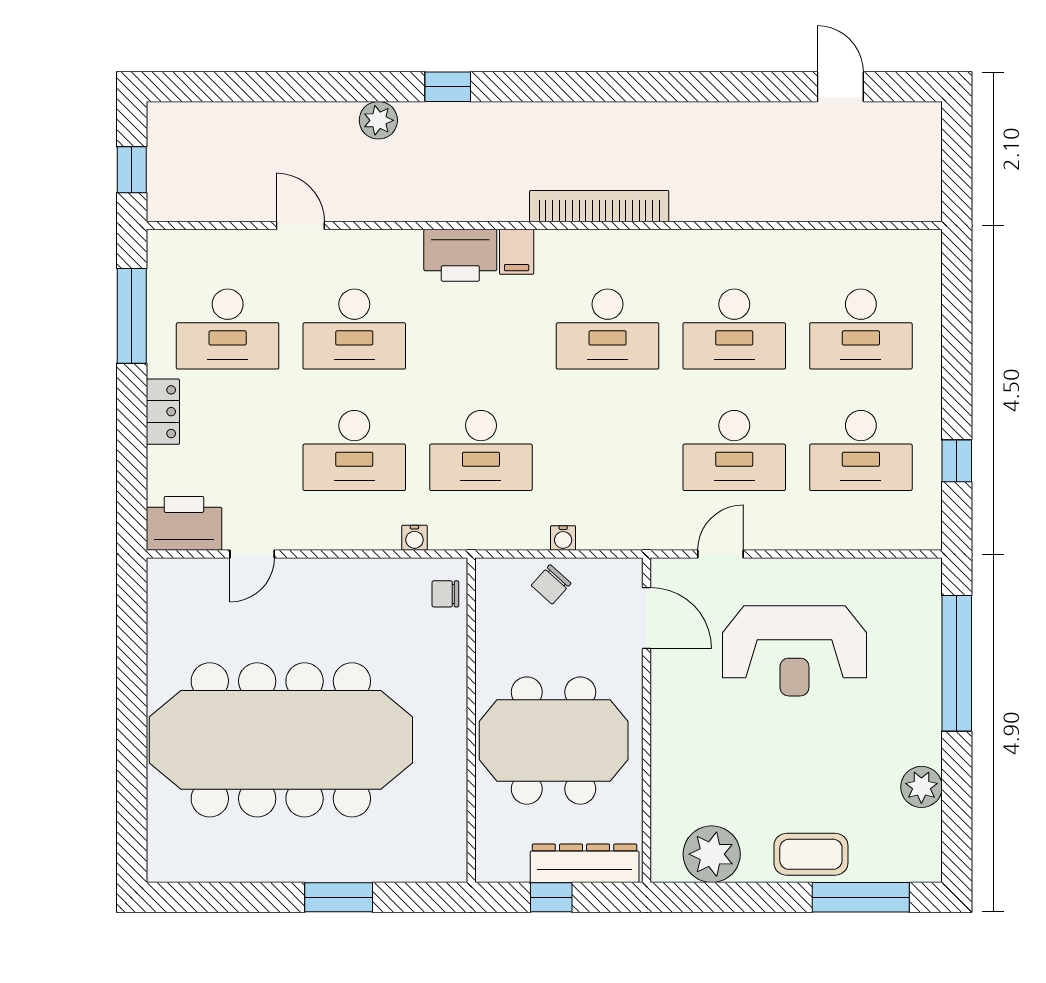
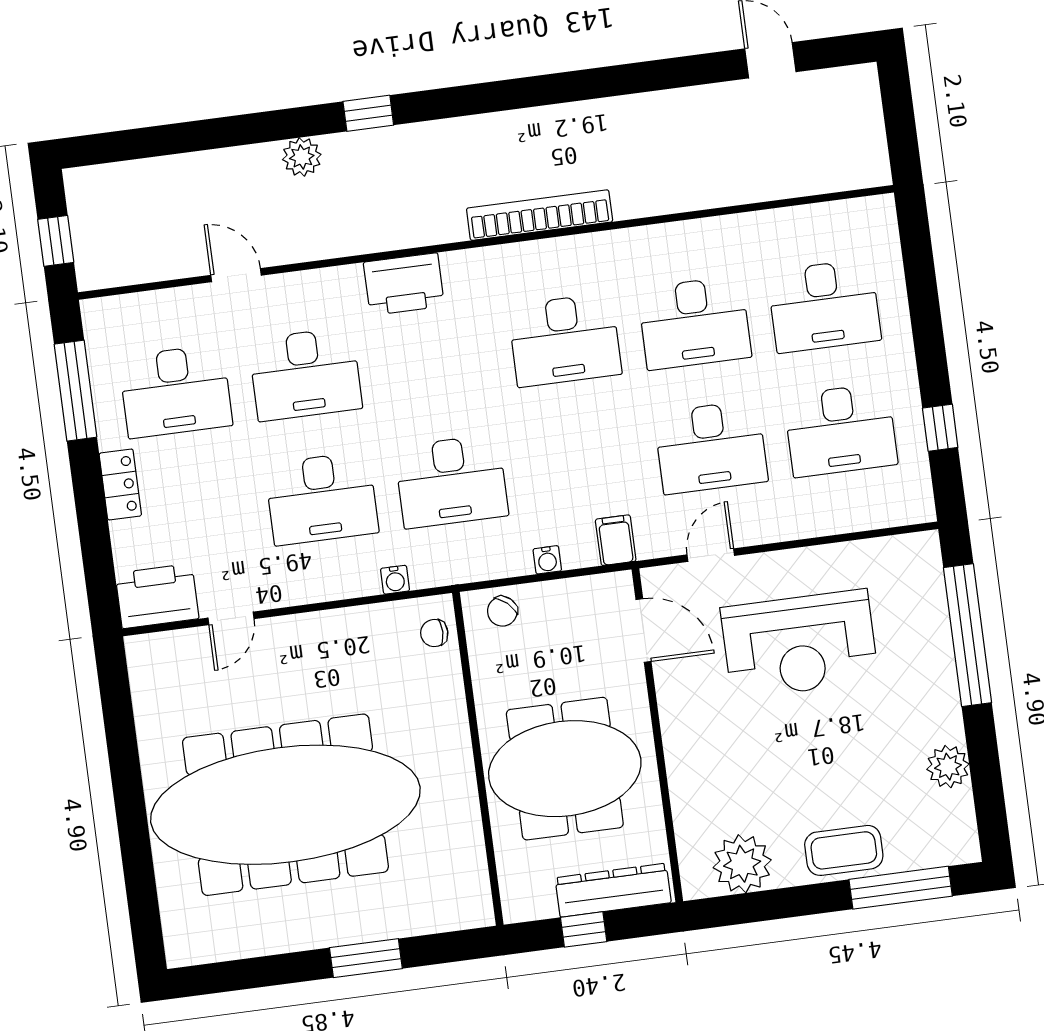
filing cabinet: (517, 252) -> (616, 540), moved, turned 180
chair: (551, 584) -> (502, 611), moved

